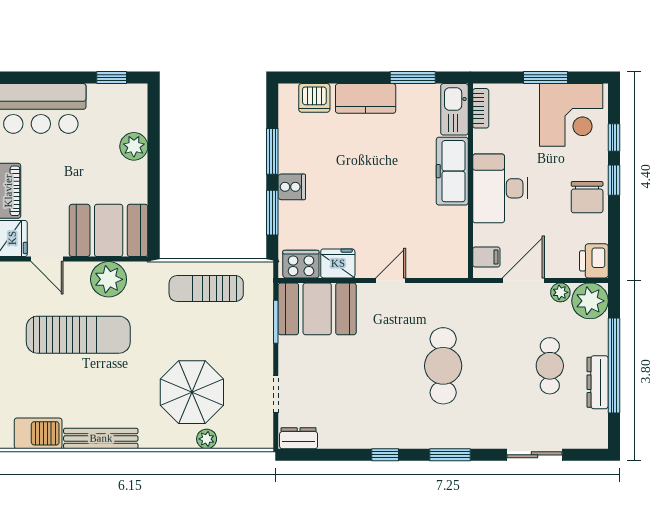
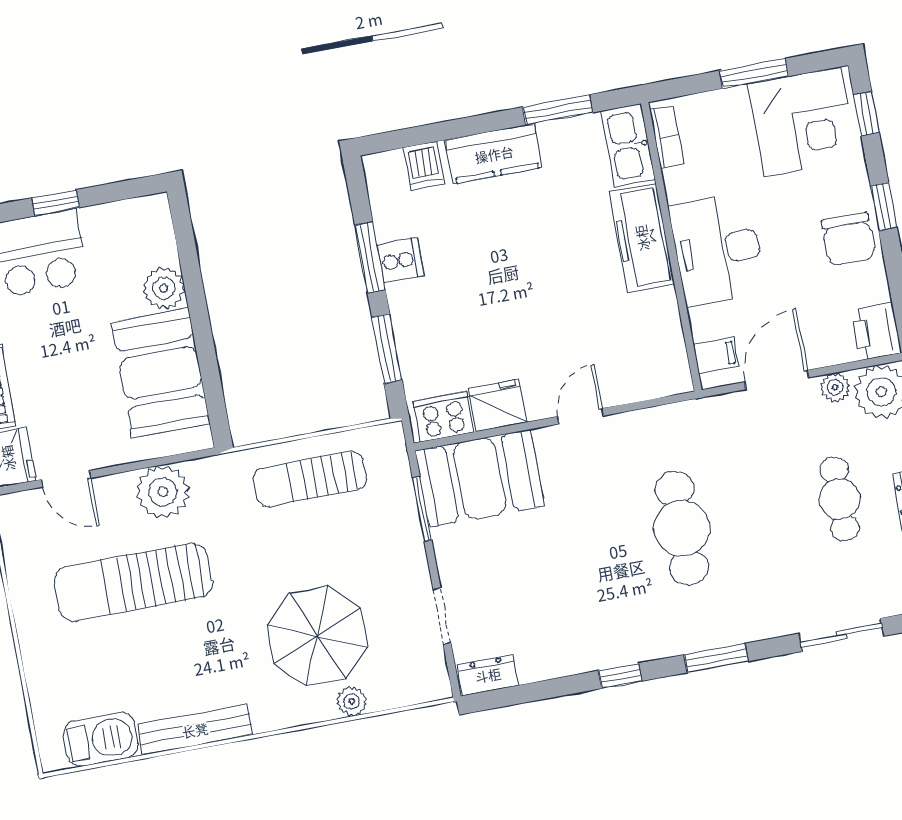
window: (112, 78) -> (56, 203), moved
dishwasher: (314, 98) -> (424, 166), width x0.73
window: (614, 138) -> (866, 114), moved
cooker: (292, 187) -> (400, 260), moved
booth: (109, 230) -> (161, 373), moved, turned 90
sun lounger: (78, 335) -> (133, 582), turned 180

